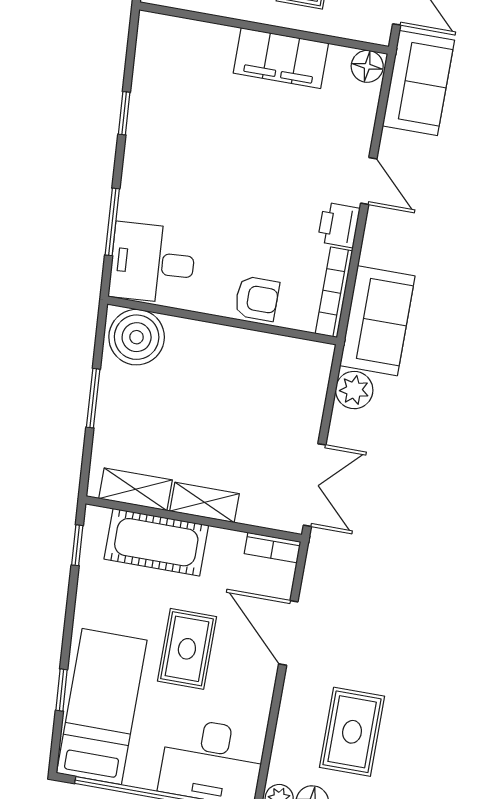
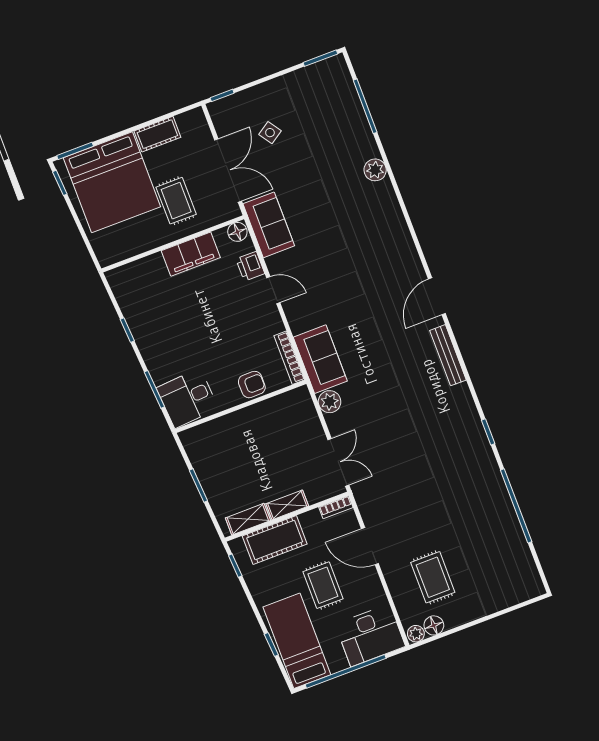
printer: (339, 225) -> (250, 266), moved
boiler: (137, 337) -> (202, 441), removed

